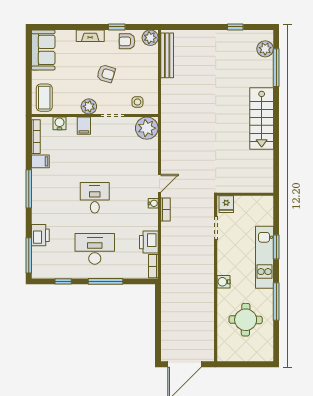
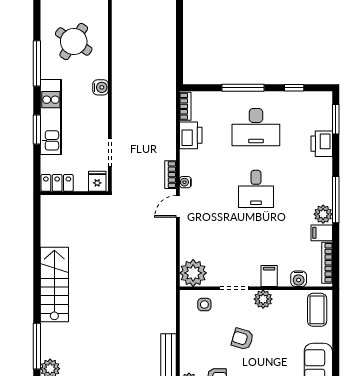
plant: (39, 177) -> (323, 214), added
locker: (259, 203) -> (57, 183), added
window: (29, 255) -> (336, 119), width x0.69
round table: (246, 320) -> (74, 41), turned 32

